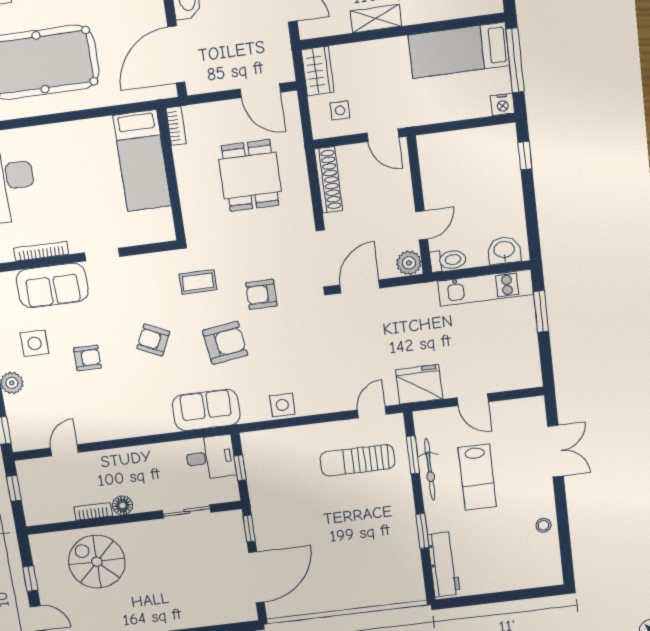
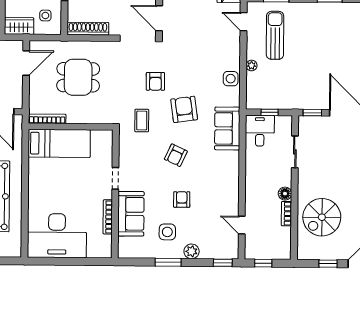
bookcase: (176, 126) -> (47, 119), width x1.56
plant: (307, 433) -> (252, 65), added
sun lounger: (357, 460) -> (275, 35), turned 180

